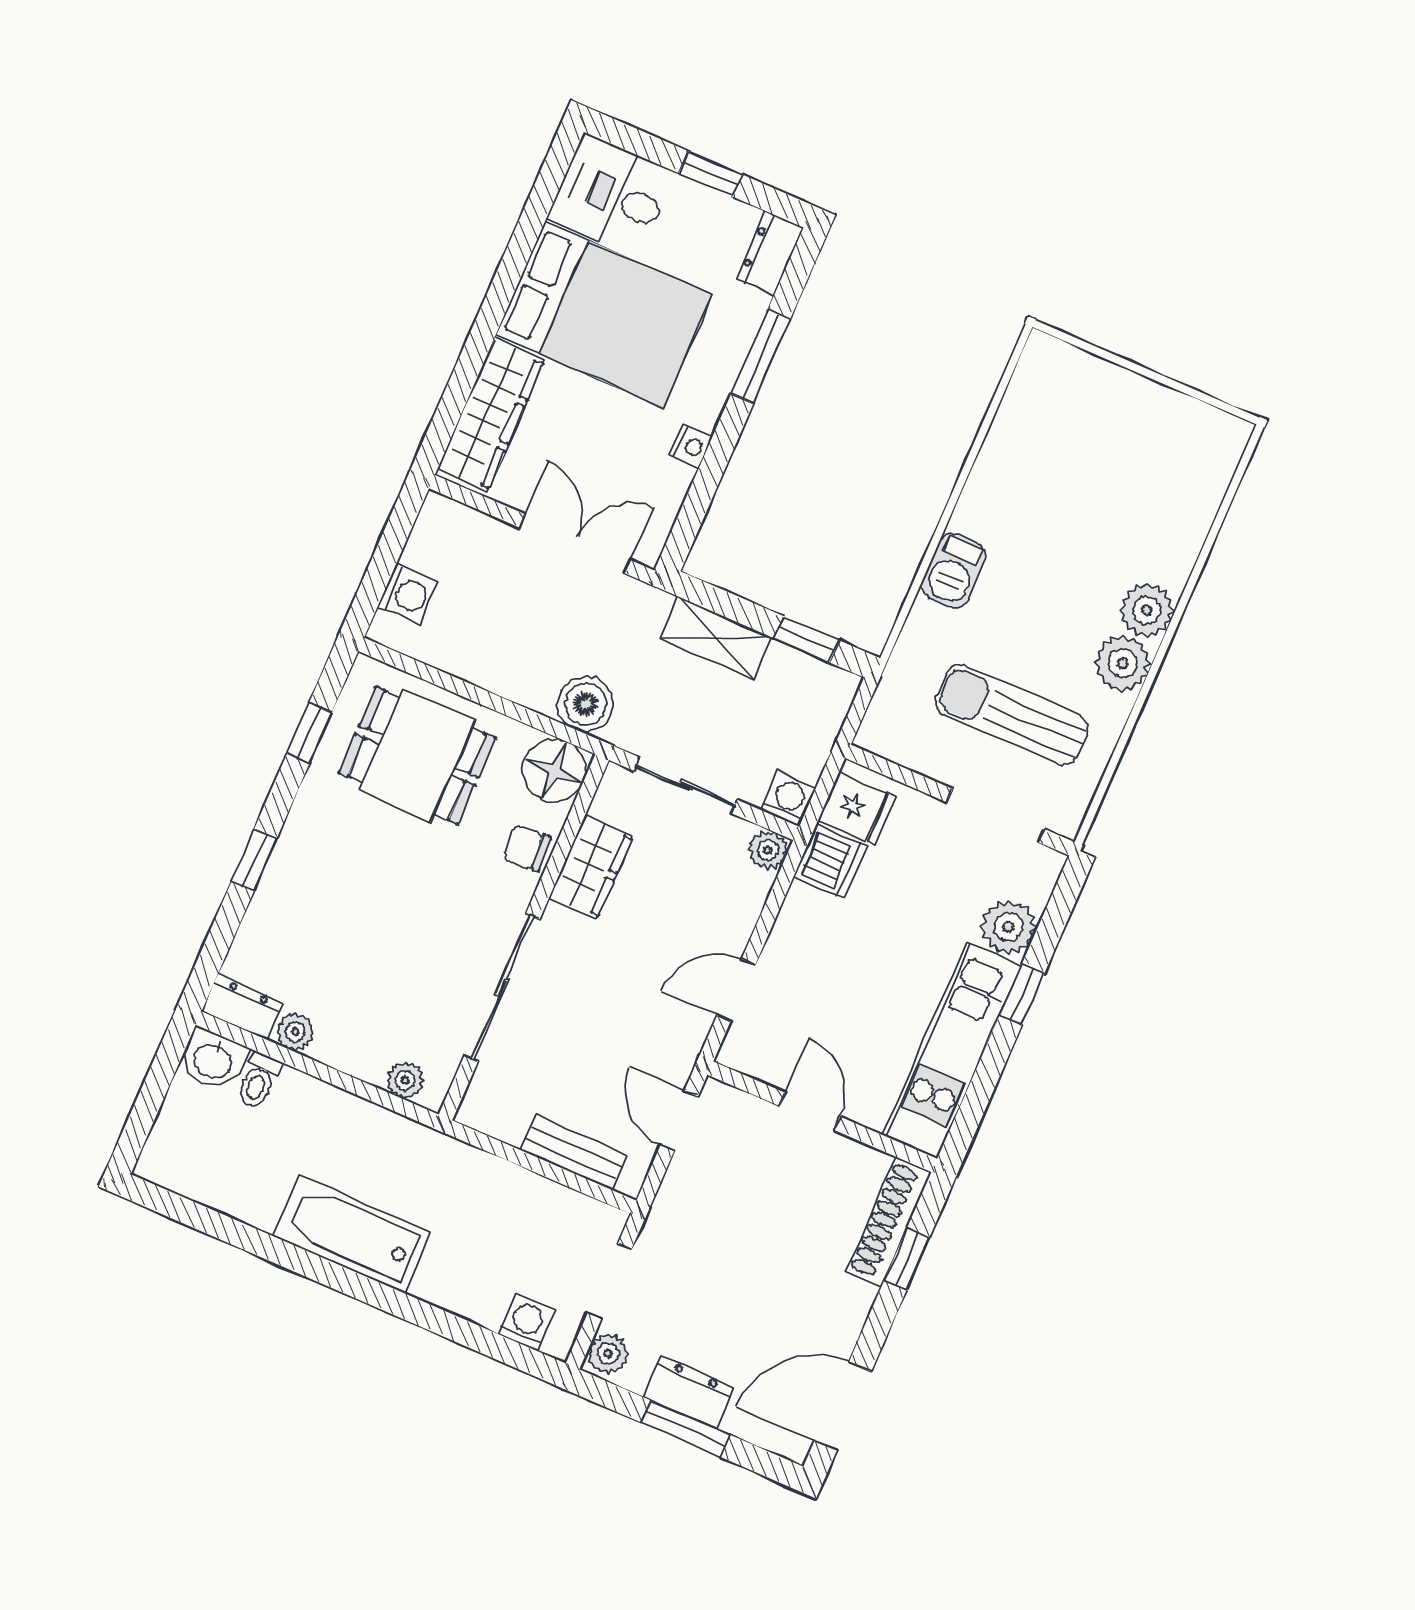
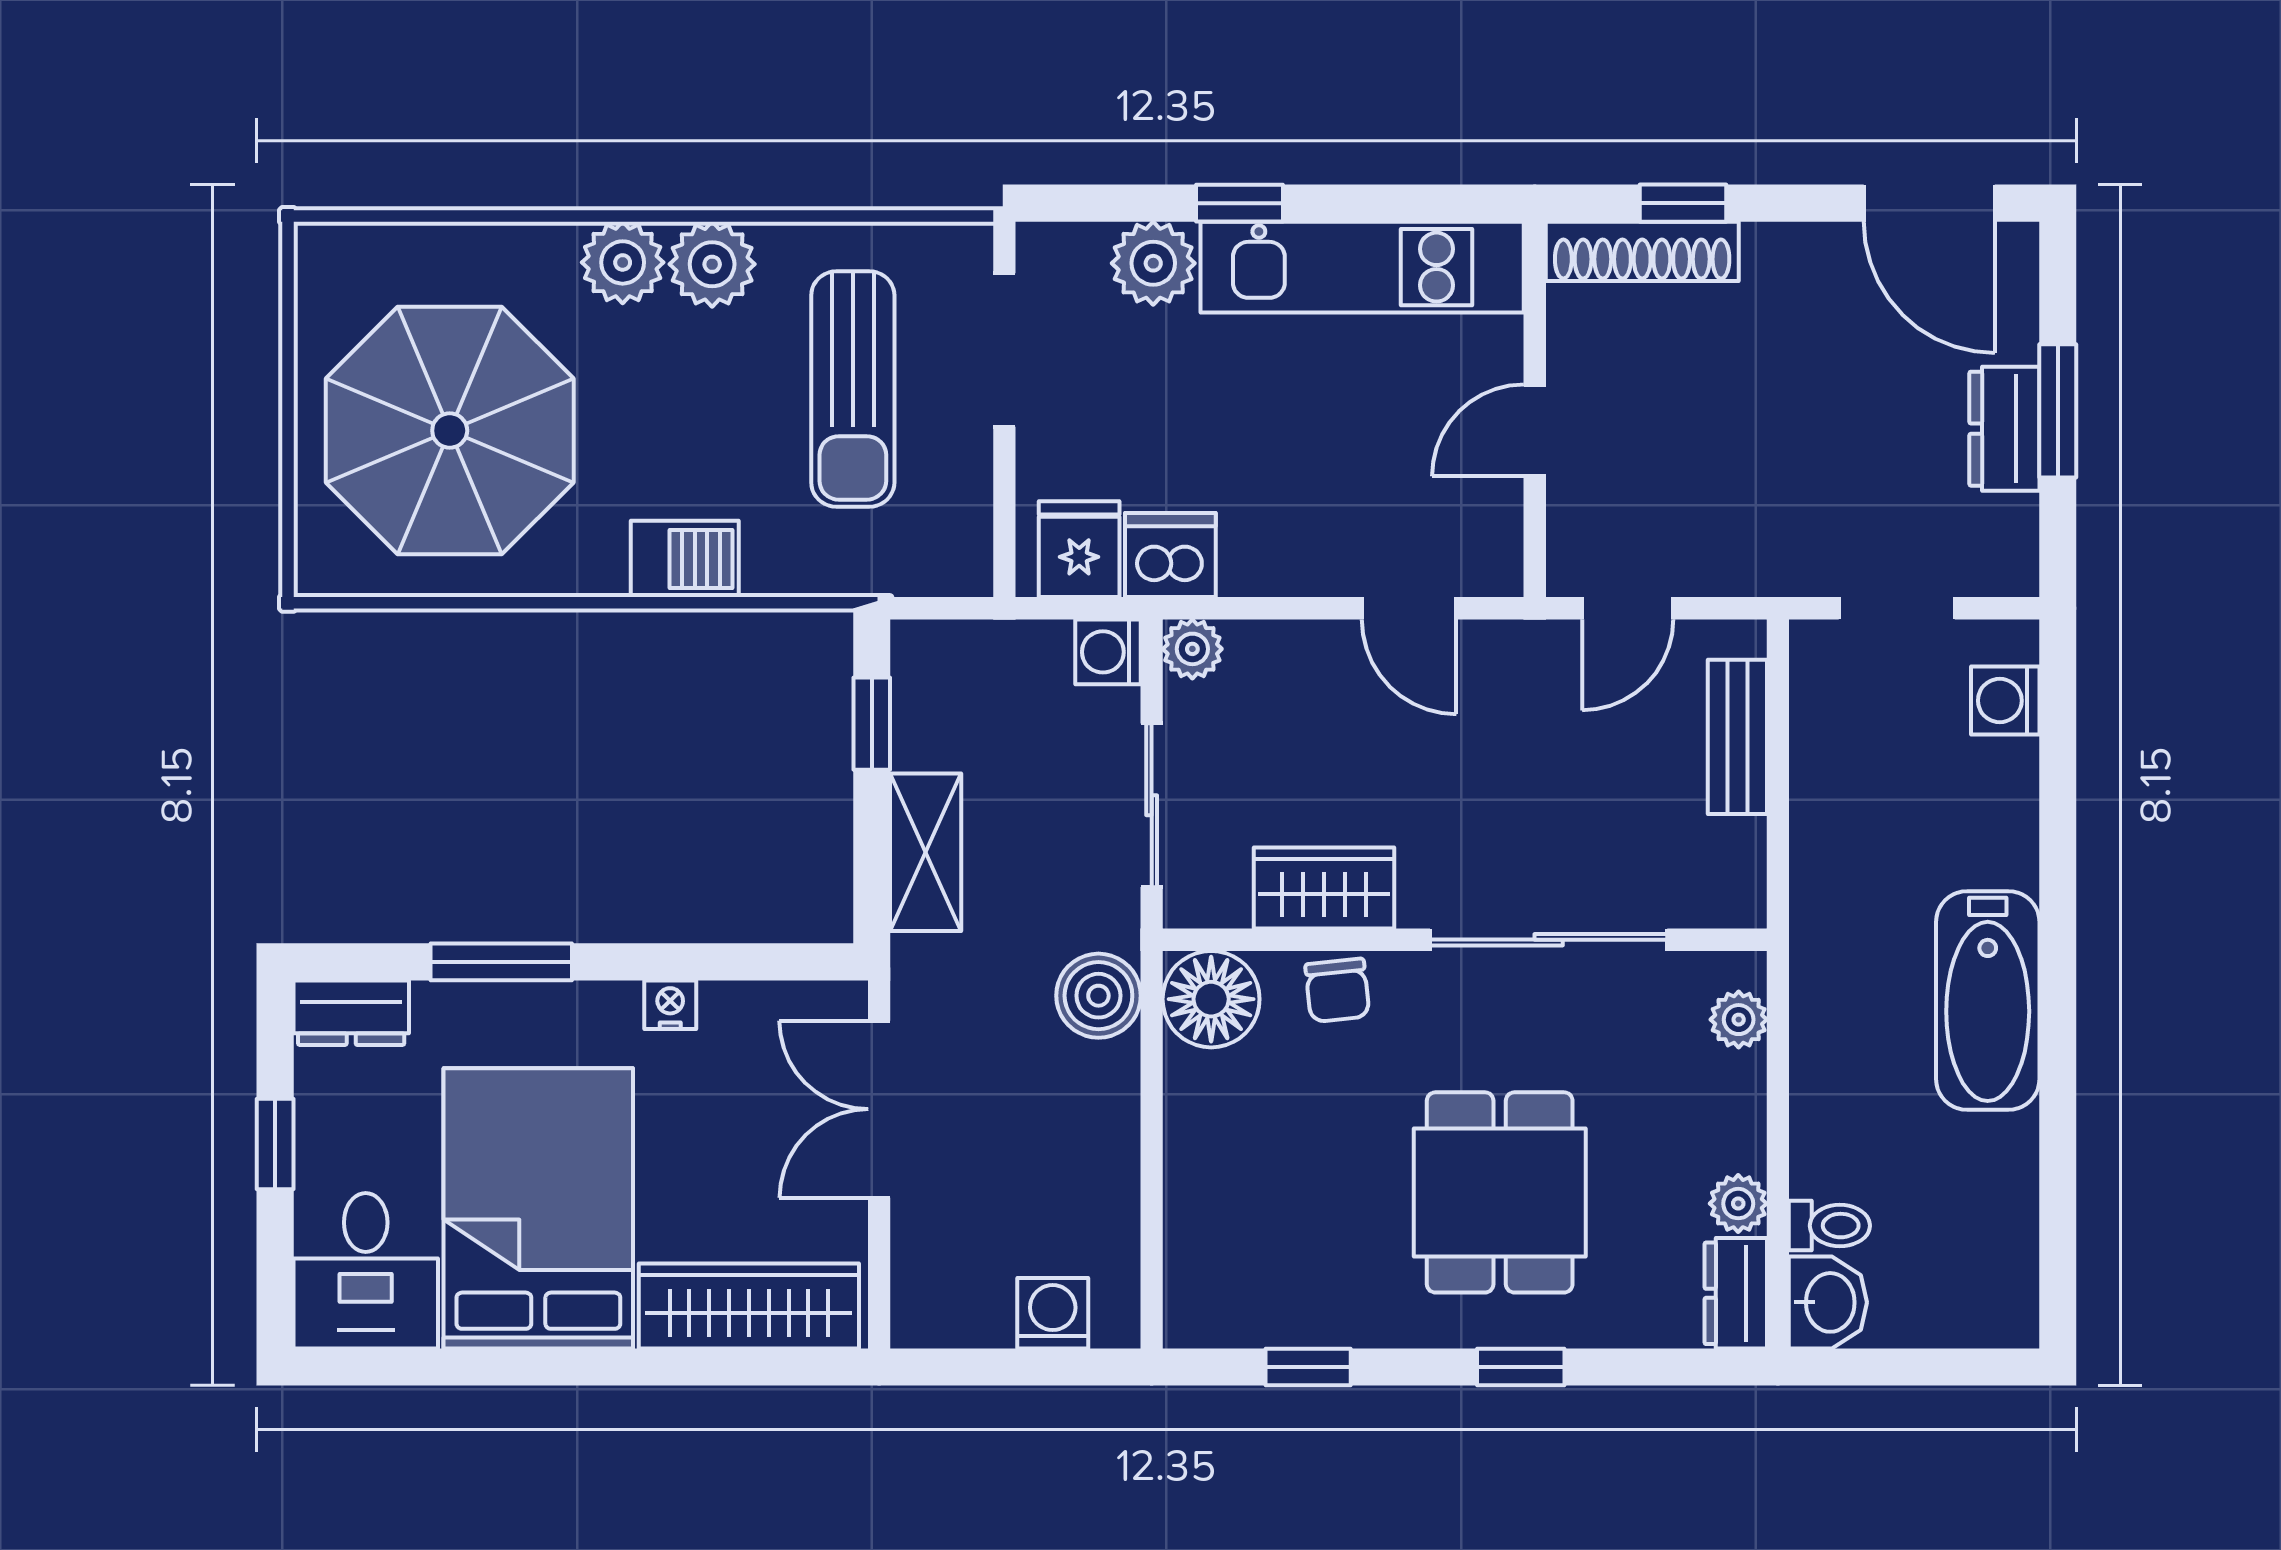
parasol: (1091, 463) -> (450, 431), added
dining table: (417, 755) -> (1500, 1192), moved
plant: (608, 1354) -> (2000, 566), removed

